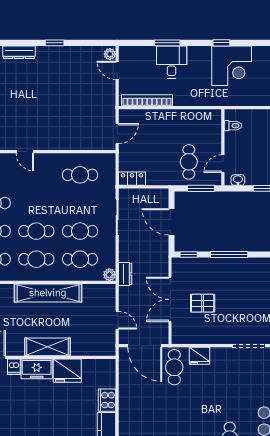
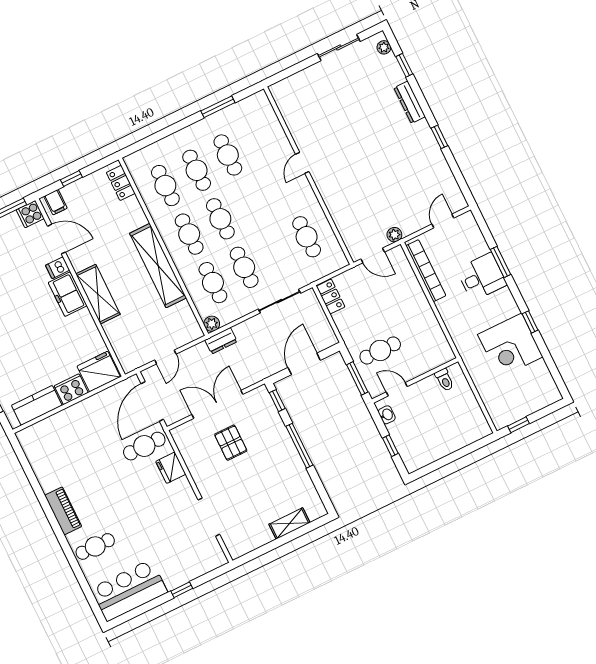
plant: (110, 54) -> (394, 235), moved
fridge: (67, 371) -> (99, 372), moved, turned 90

